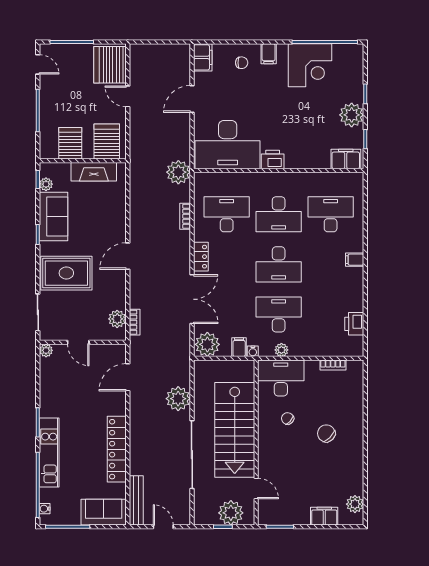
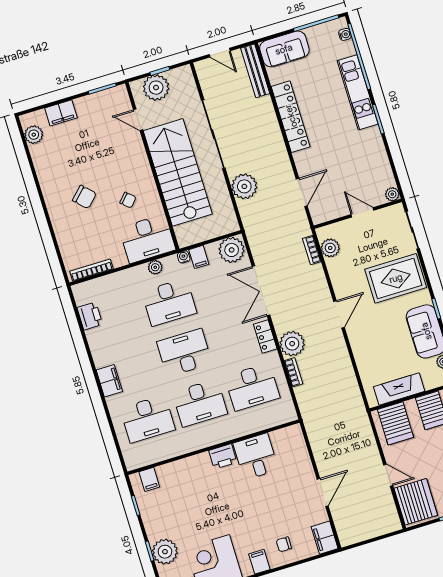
plant: (352, 115) -> (165, 552), moved
desk: (228, 145) -> (256, 457), width x0.53, depth x0.77
filing cabinet: (346, 159) -> (149, 479), width x0.50
plant: (178, 172) -> (292, 344), moved
desk: (279, 214) -> (200, 403), turned 180
filing cabinet: (355, 260) -> (109, 381), width x2.00
bookcase: (333, 365) -> (91, 270), width x1.56

